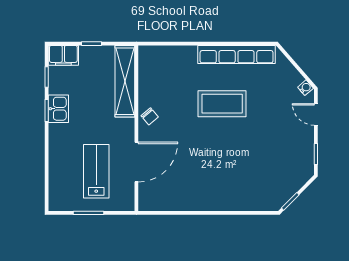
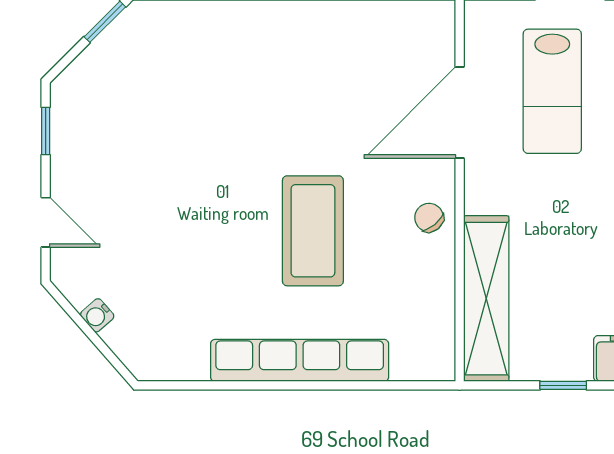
row of seats: (237, 55) -> (300, 360), moved
water cooler: (306, 88) -> (97, 315), moved
coffee table: (222, 104) -> (313, 231), moved, turned 90

